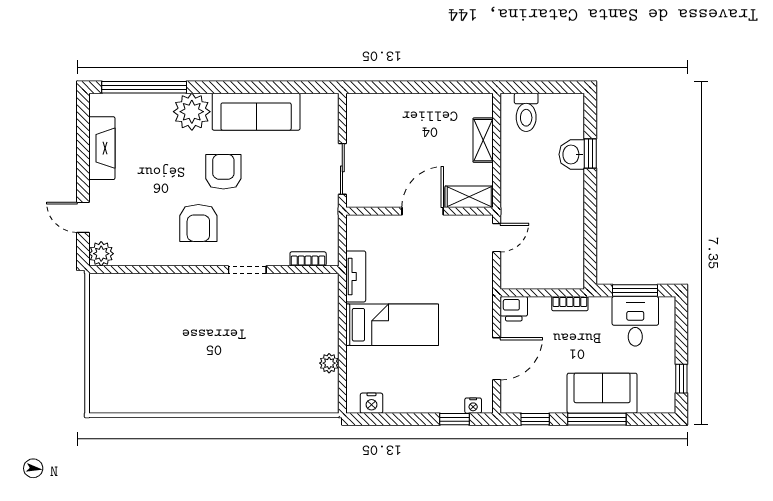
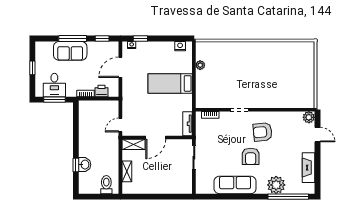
plant: (192, 112) -> (276, 185), moved
armchair: (198, 223) -> (263, 132), turned -96
tv unit: (356, 276) -> (188, 124), moved
printer: (514, 309) -> (102, 91), moved
window: (681, 379) -> (32, 68), moved

